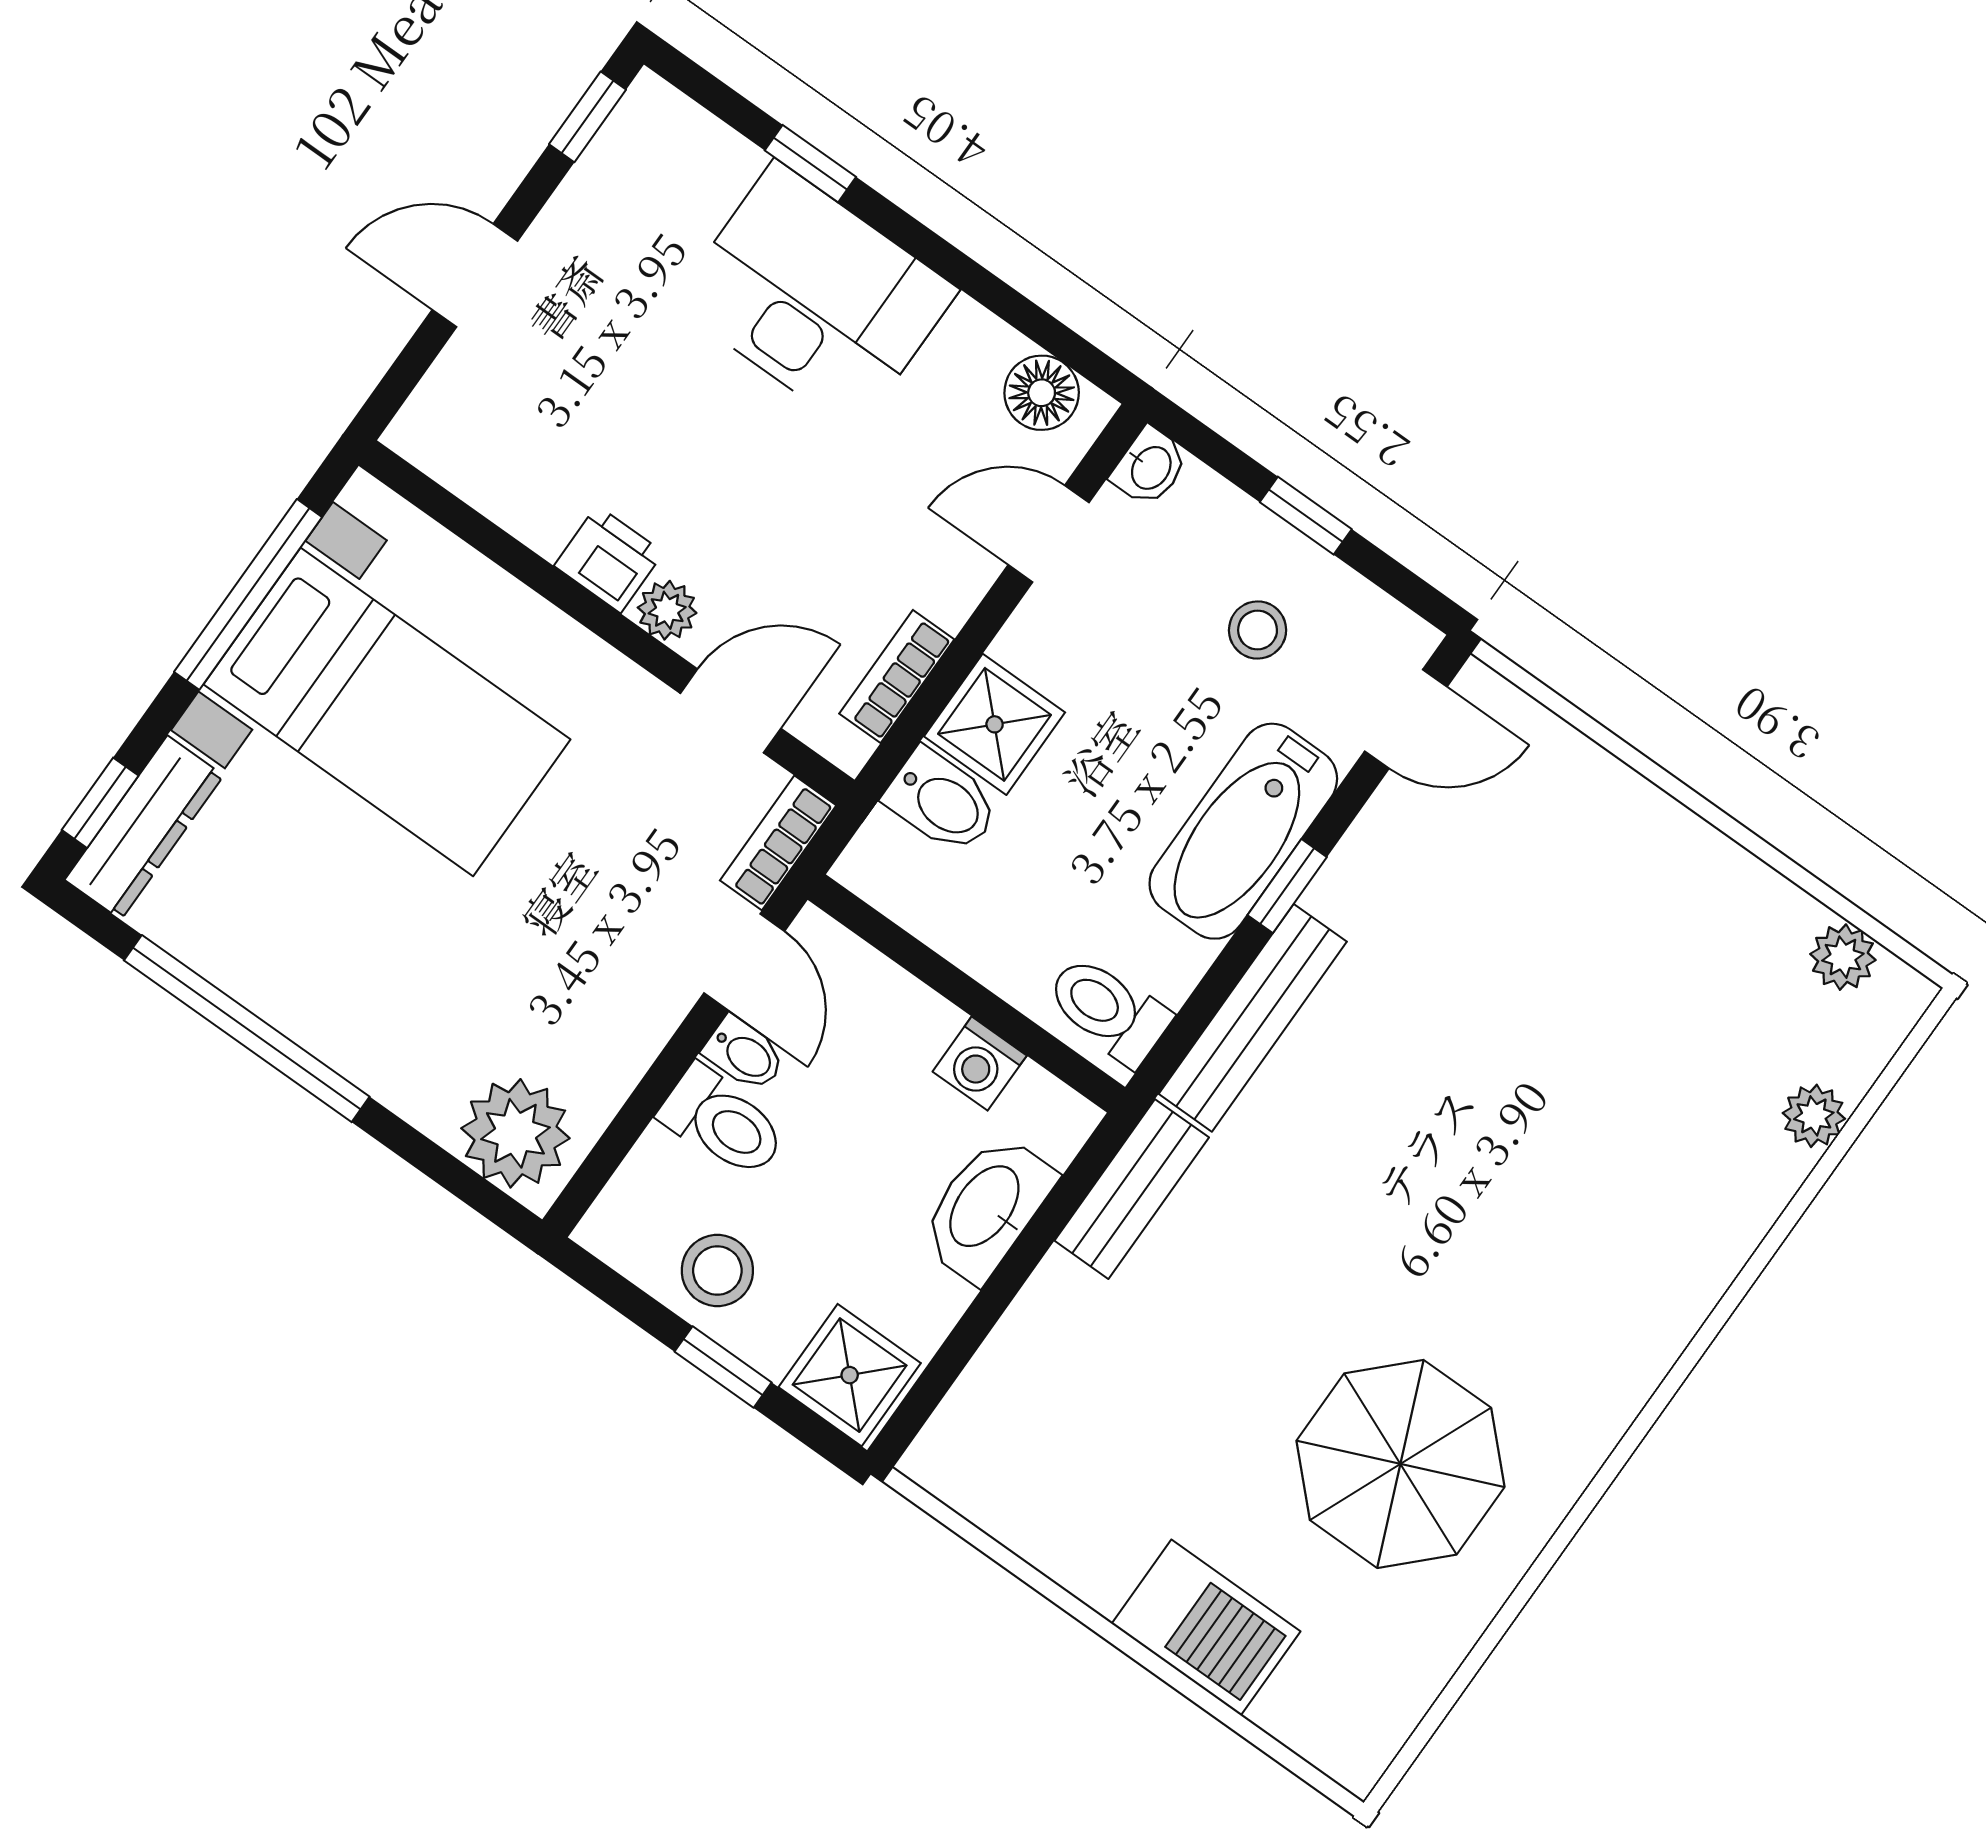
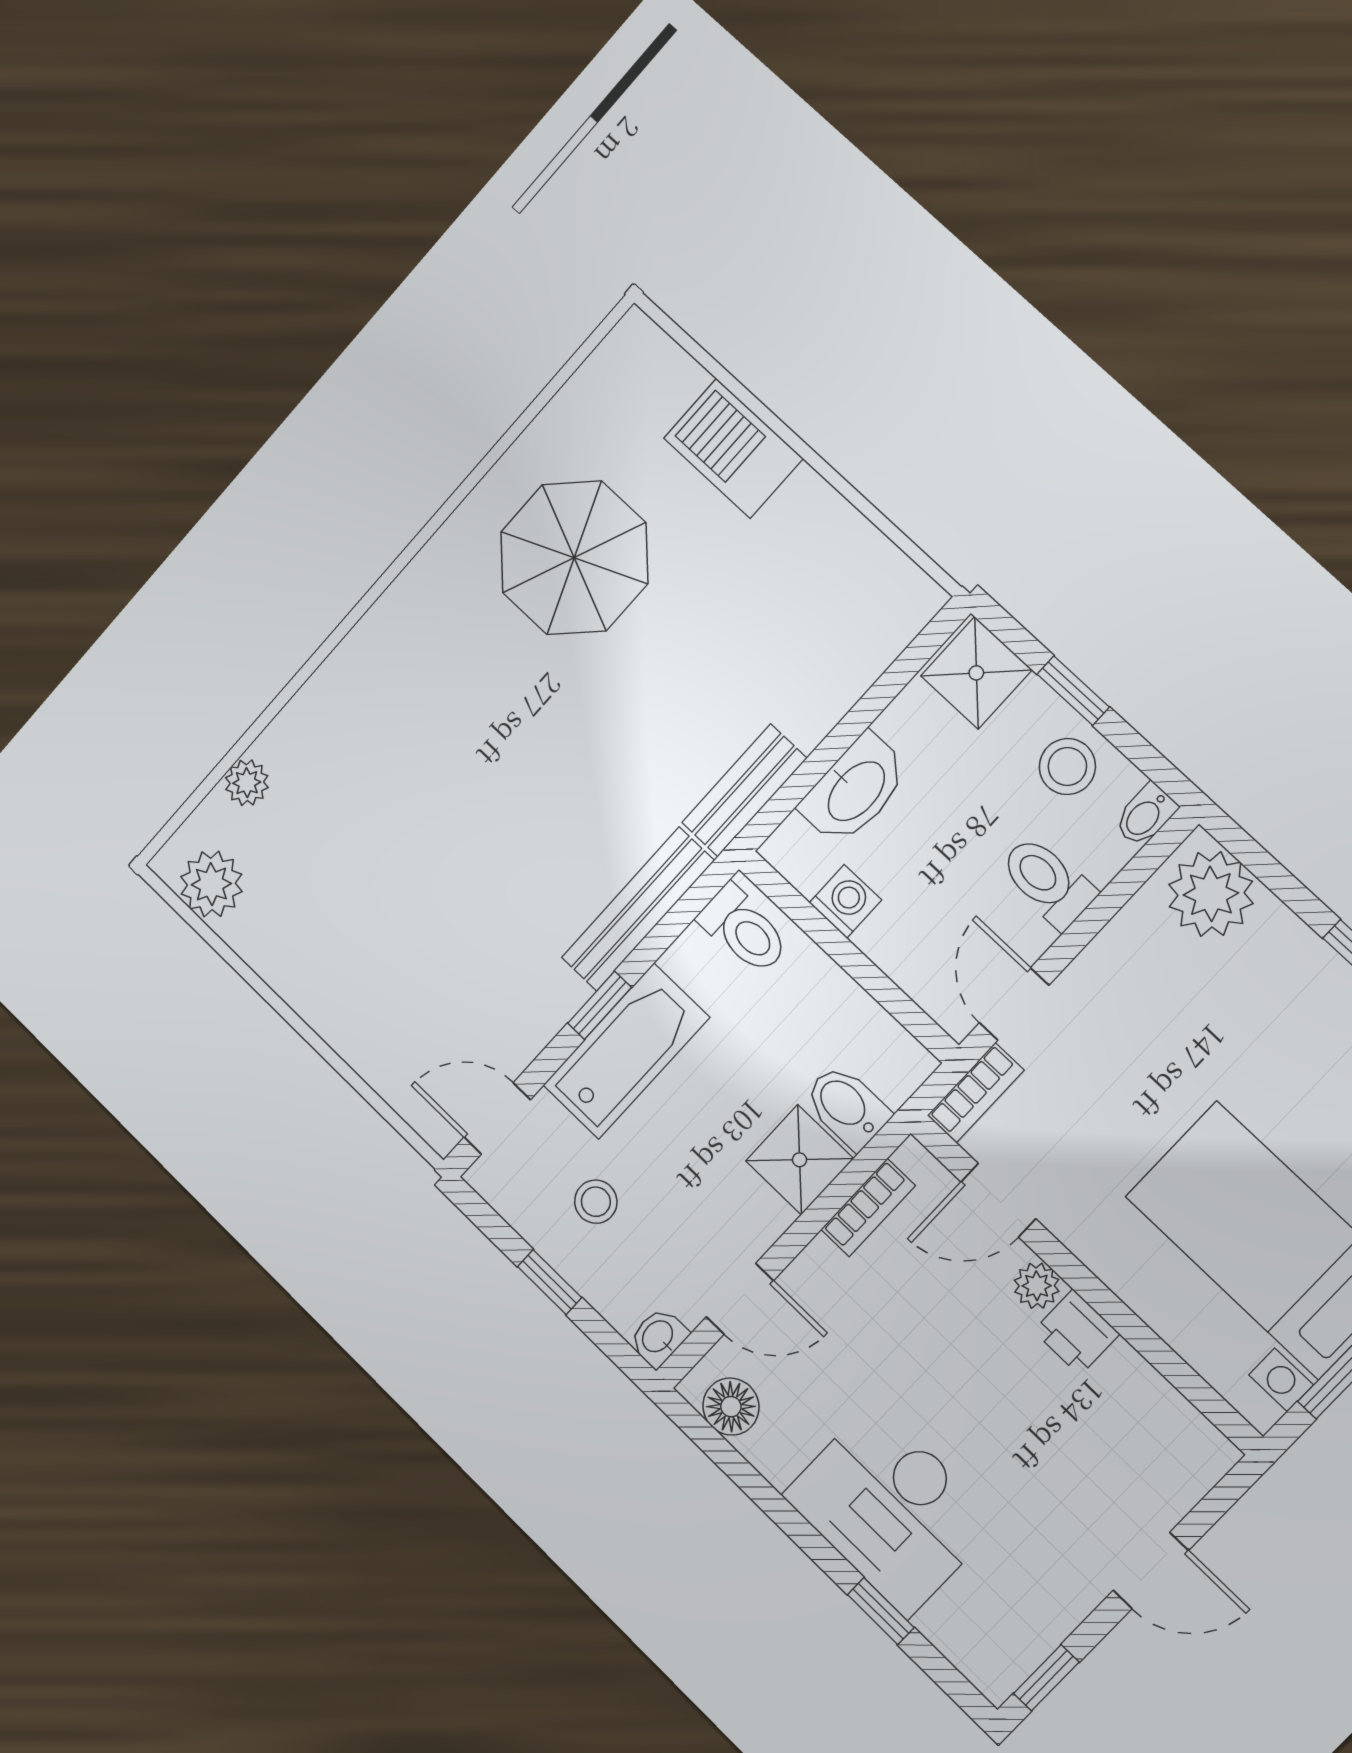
plant: (1843, 957) -> (211, 884), width x1.38, depth x1.38
bidet: (744, 1054) -> (1146, 815), moved, turned -90

